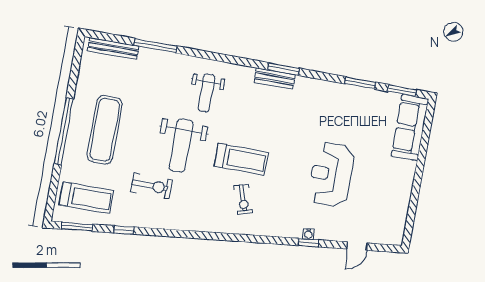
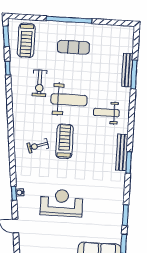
bench: (113, 48) -> (127, 70), moved
bench: (275, 78) -> (122, 152), width x1.36
exercise mat: (105, 130) -> (73, 47), width x0.73, depth x0.69
weight bench: (181, 145) -> (69, 100), turned 180
treadmill: (241, 159) -> (65, 141), turned 180

